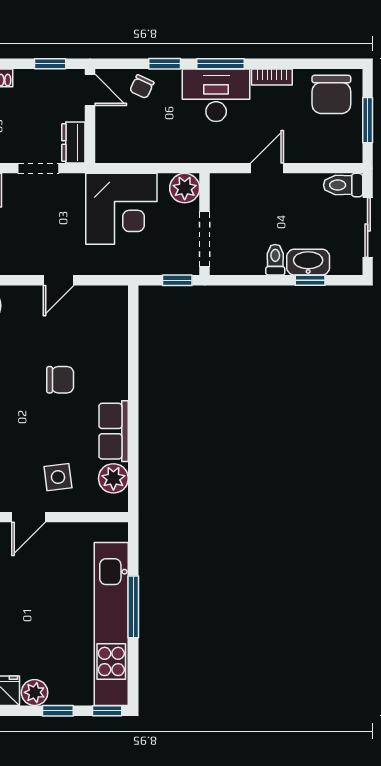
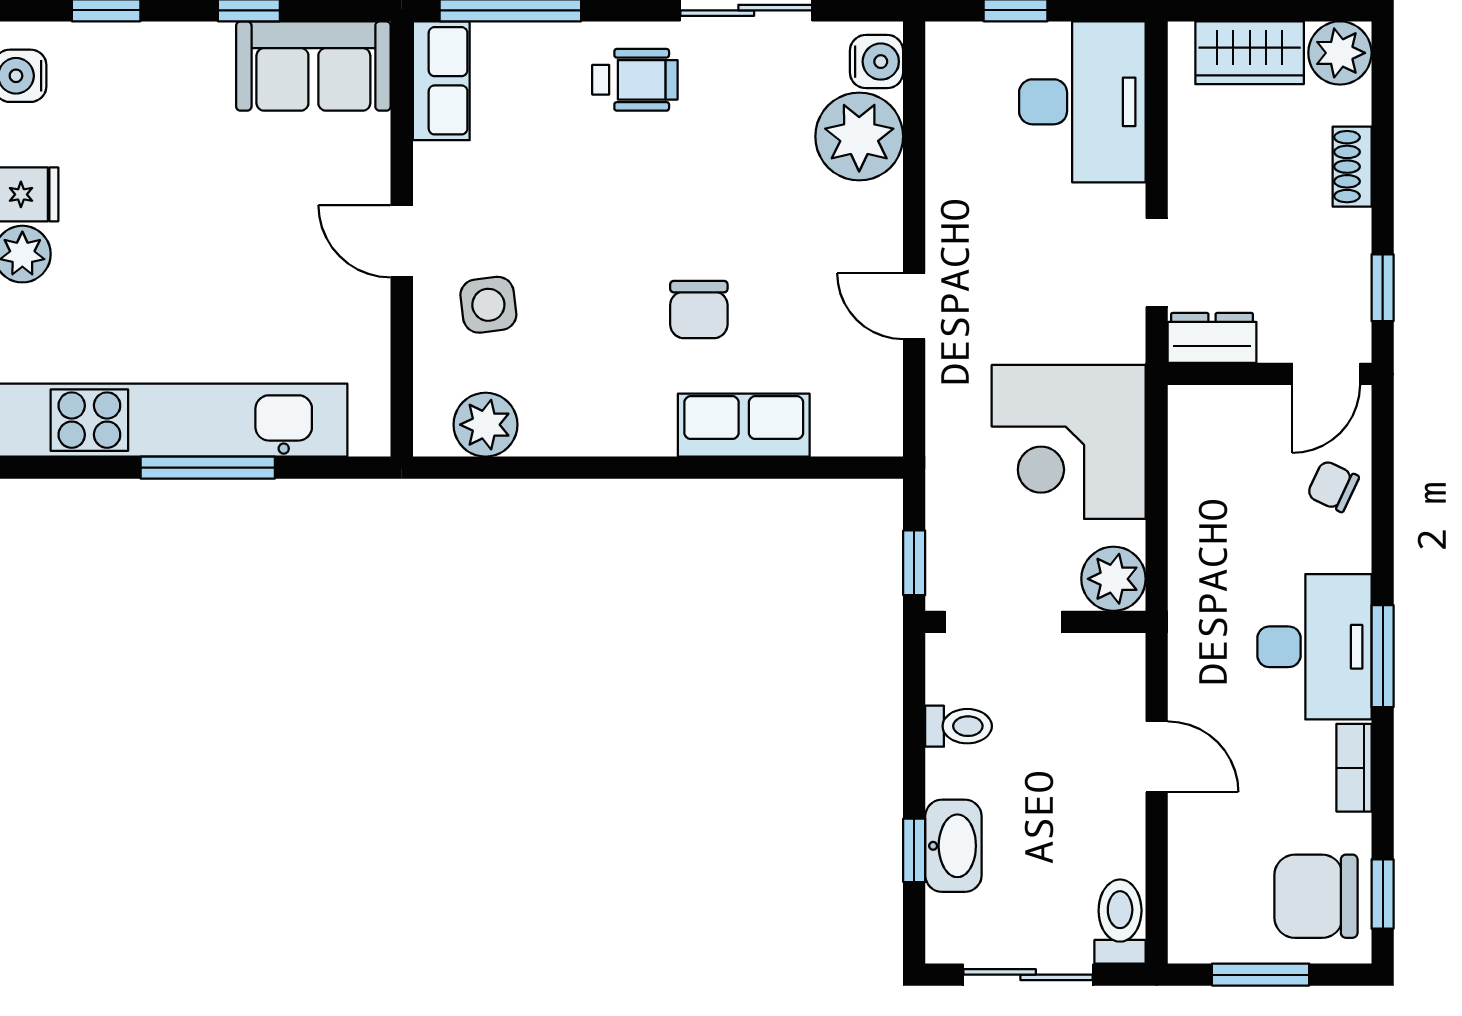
window: (165, 64) -> (1383, 894), moved
toilet: (275, 260) -> (959, 726), moved
row of seats: (114, 431) -> (744, 425), moved

